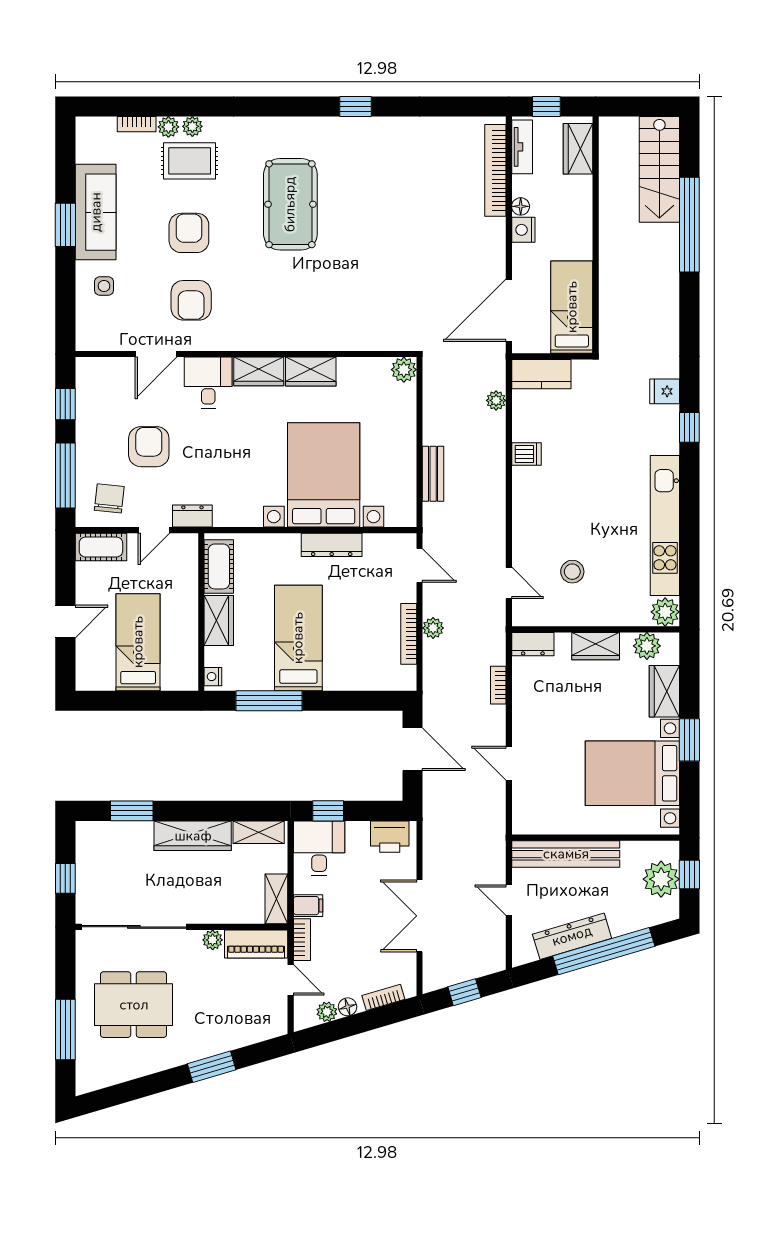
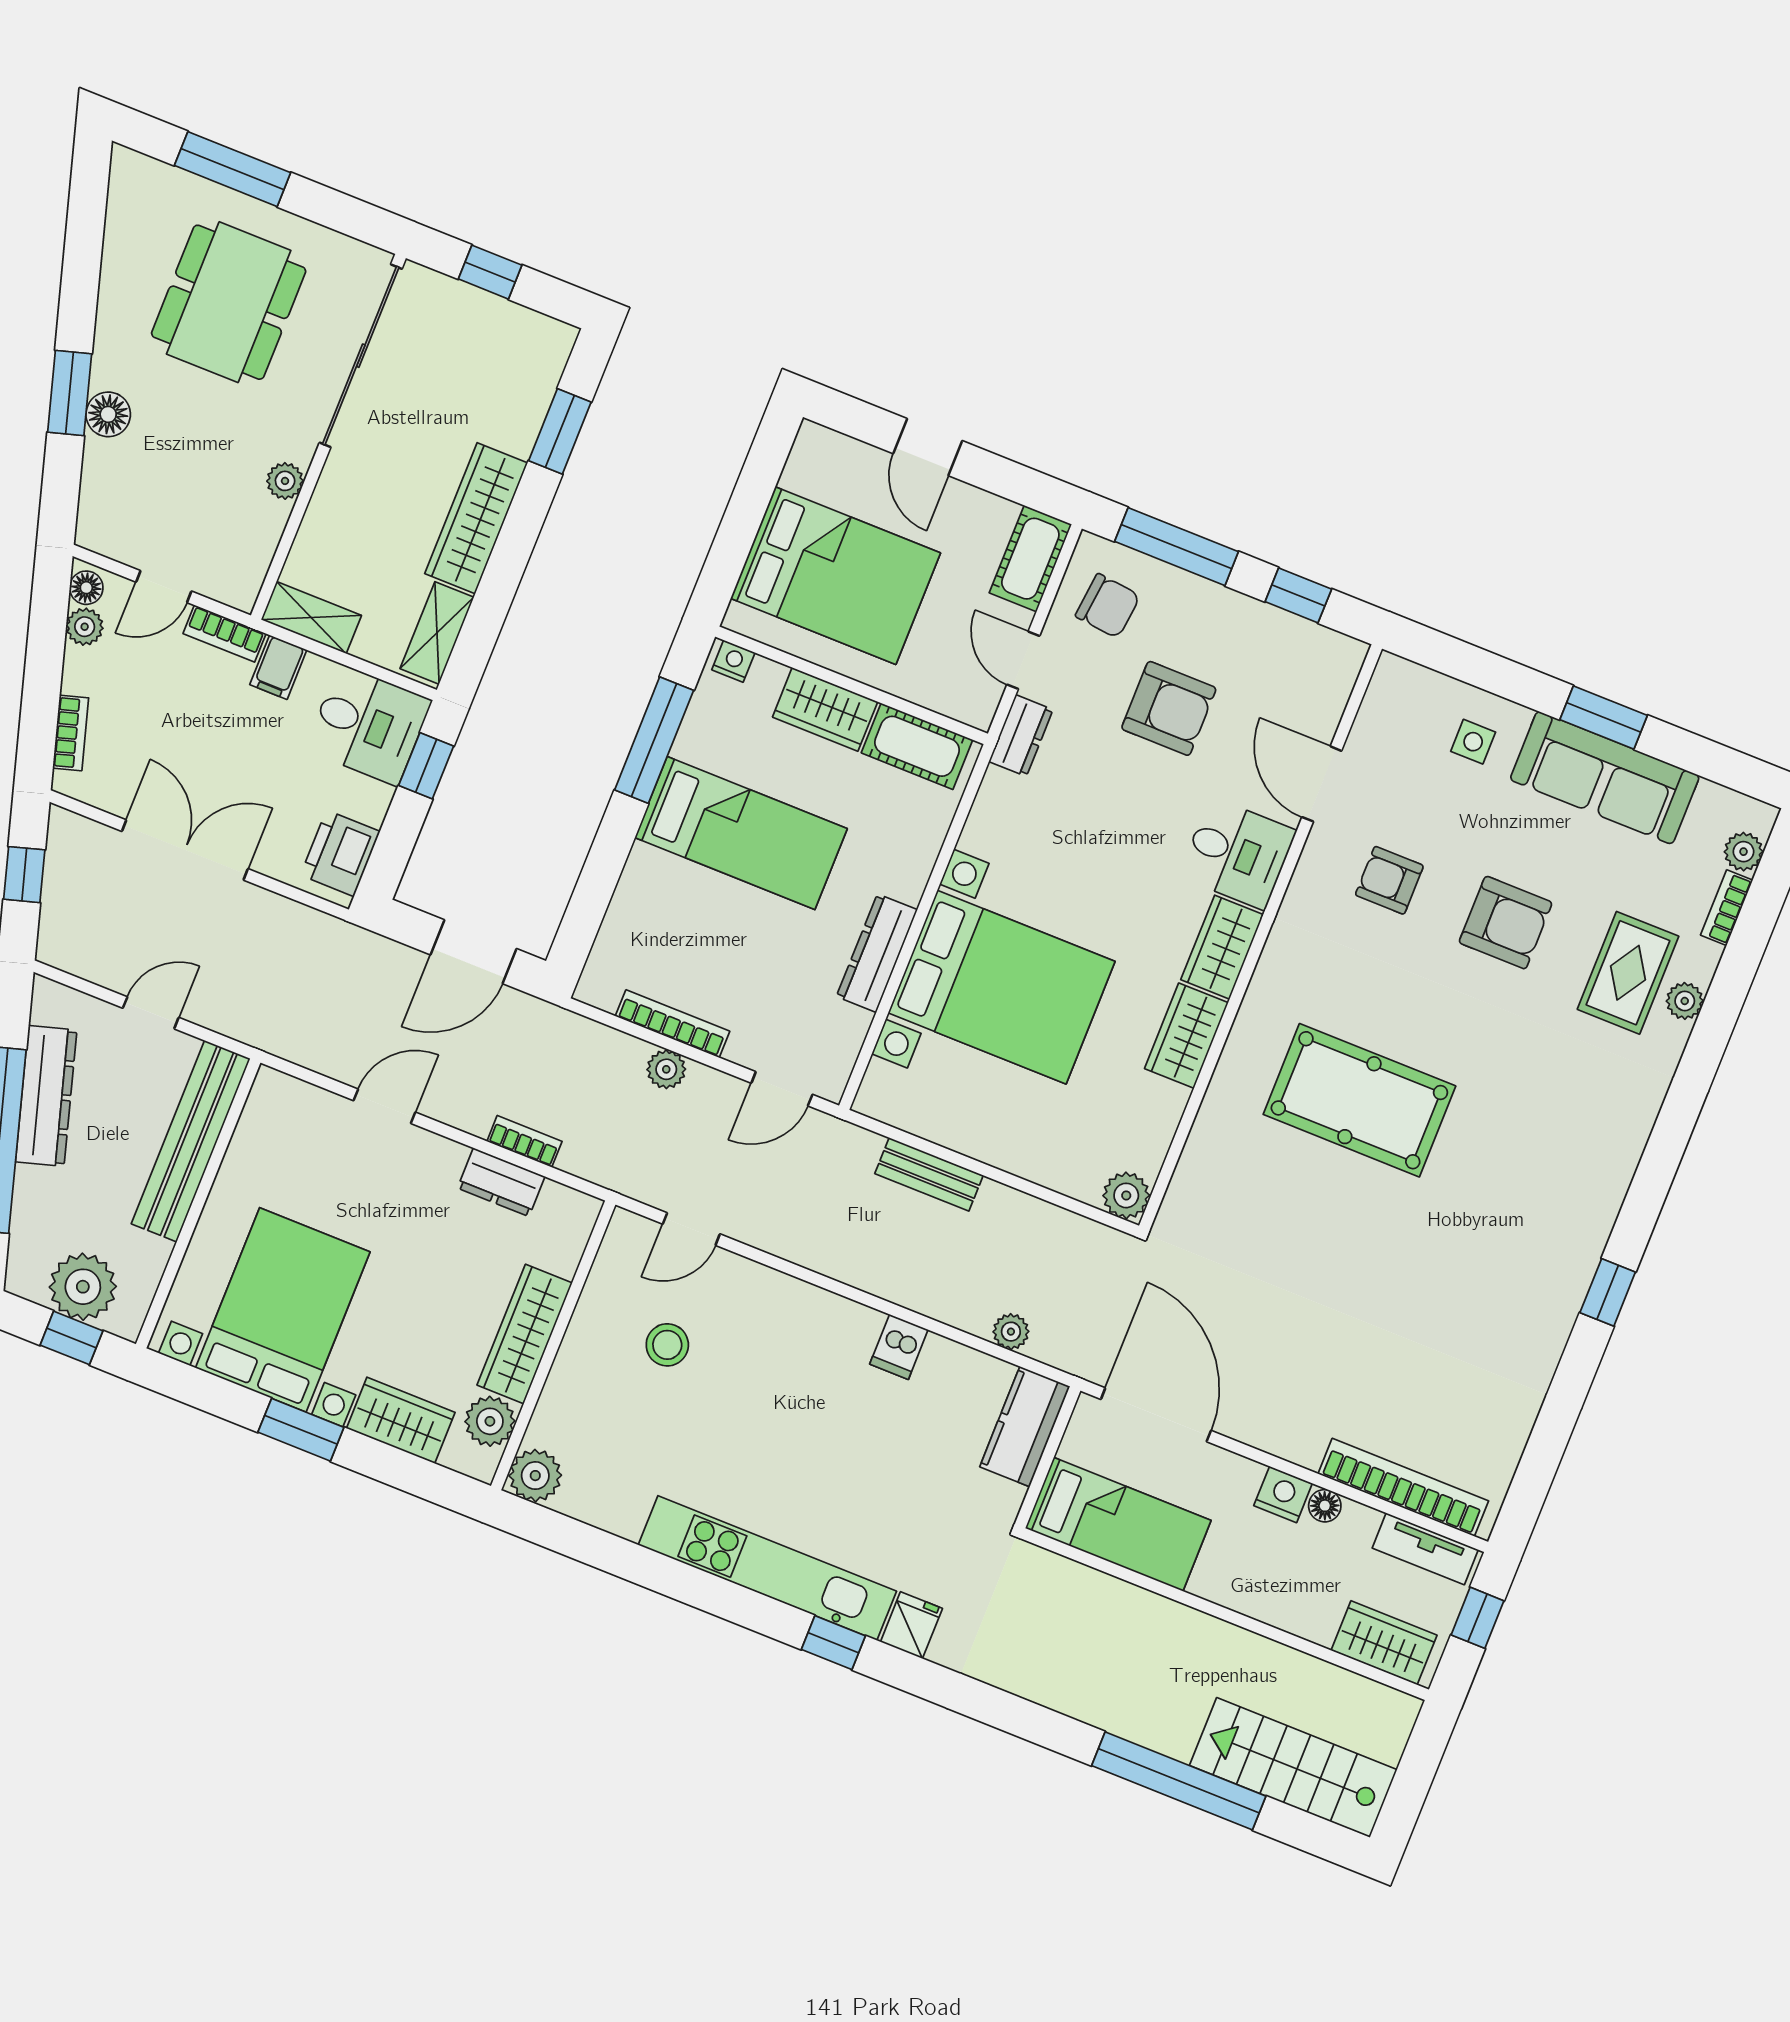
plant: (168, 127) -> (1744, 852), moved
pool table: (290, 204) -> (1359, 1100), moved
armchair: (191, 300) -> (1389, 880), width x0.72, depth x0.72
kitchen unit: (665, 526) -> (767, 1568), moved
bed: (138, 642) -> (835, 576), width x1.50
dresser: (533, 644) -> (501, 1182), moved, turned -90
wardrobe: (596, 646) -> (525, 1334), width x1.50
piano: (256, 944) -> (248, 552), removed
floor lamp: (348, 1007) -> (86, 588), moved
floor lamp: (215, 1043) -> (108, 414), added

